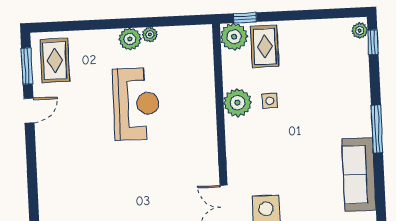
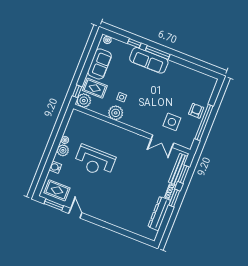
sofa: (311, 36) -> (100, 64), added
water cooler: (94, 39) -> (55, 167), added
window: (373, 42) -> (134, 43), moved
reception desk: (136, 104) -> (95, 161), turned 180
sofa: (359, 175) -> (149, 60), moved

